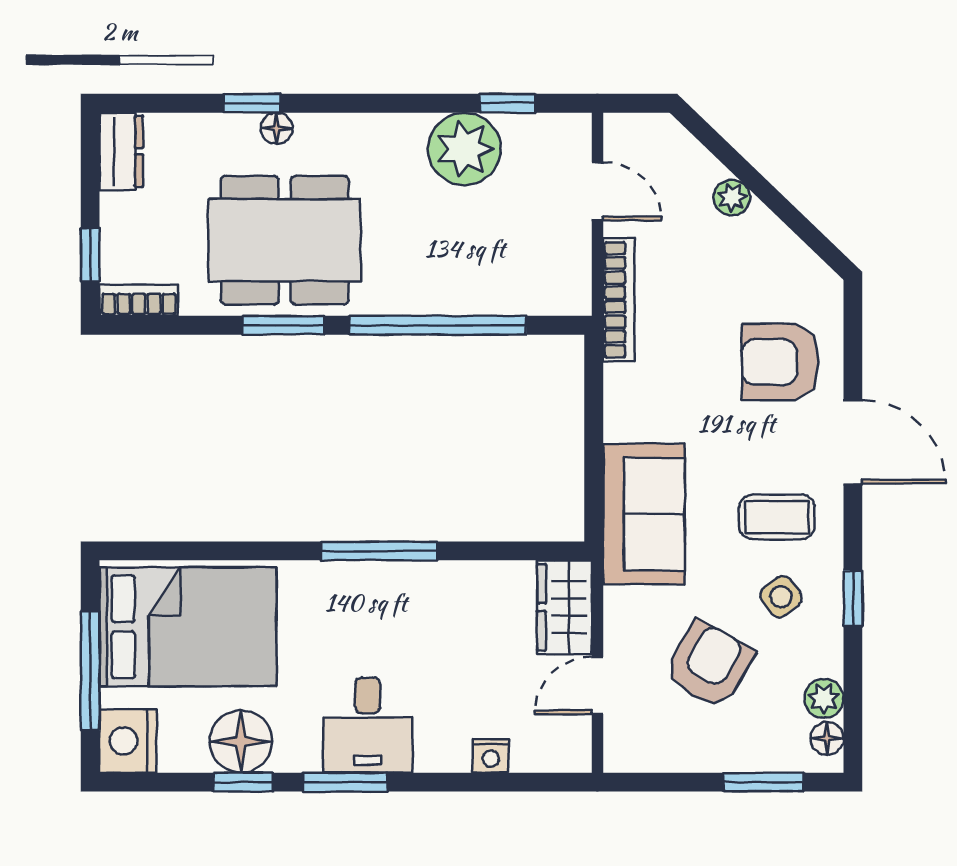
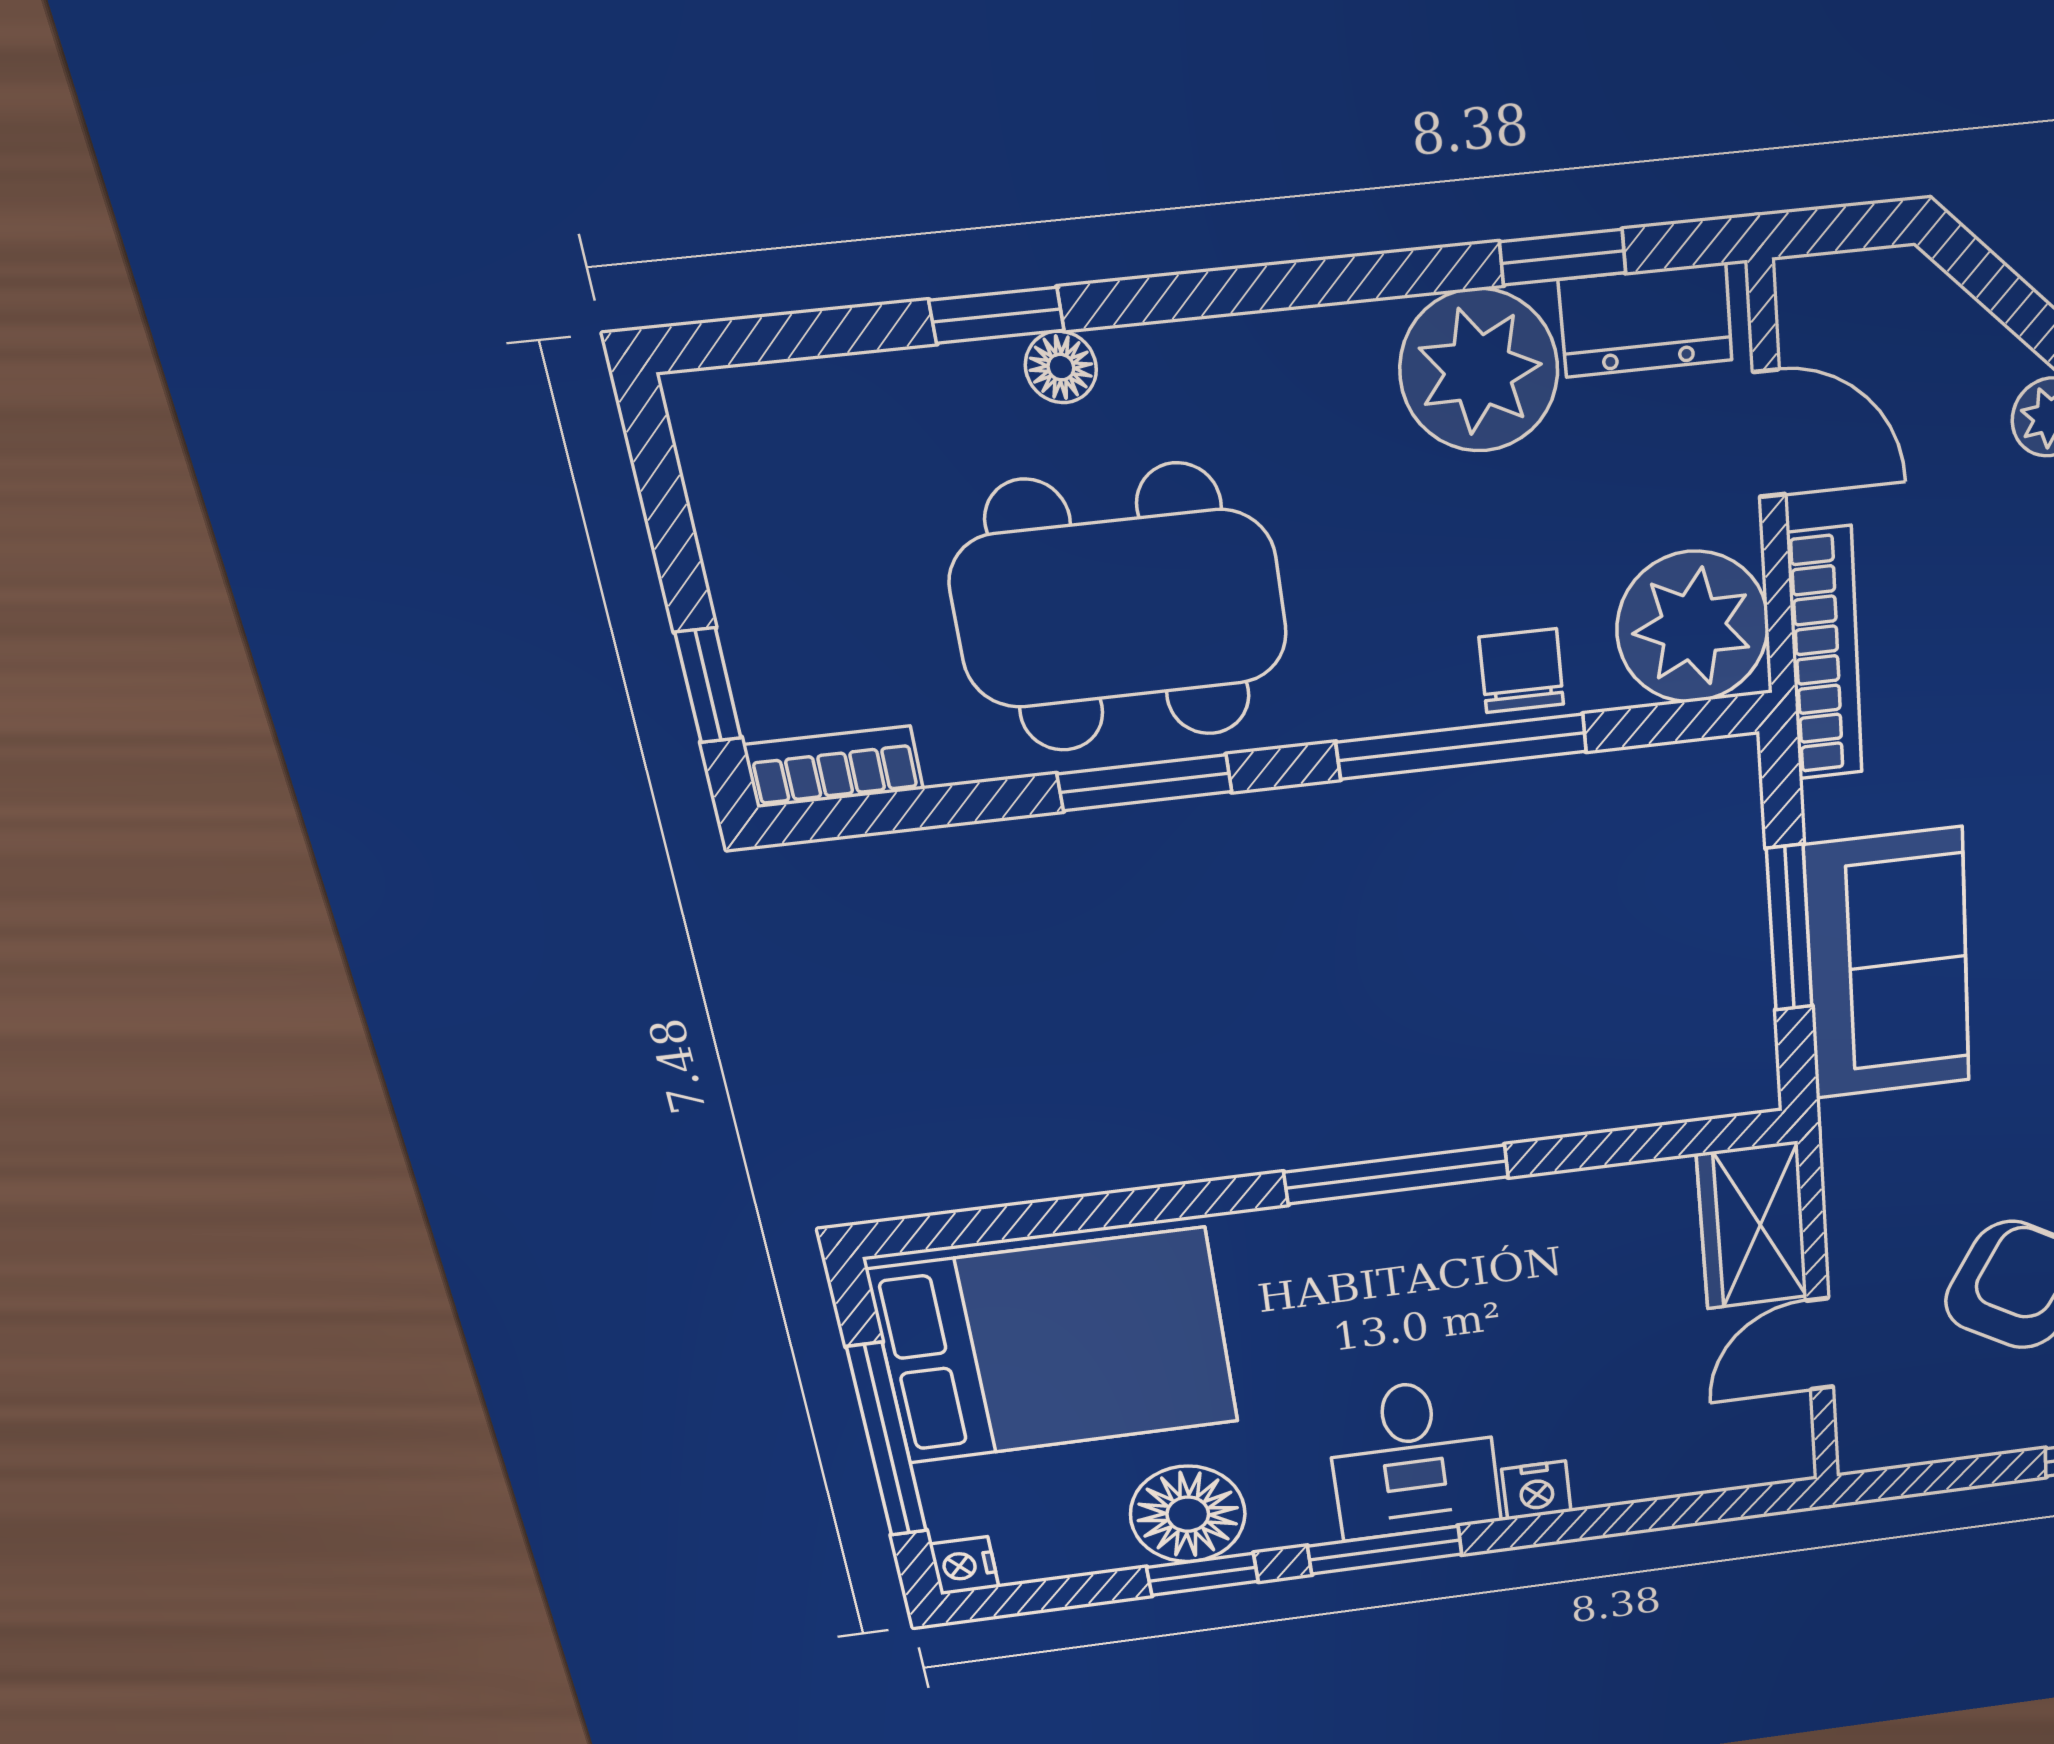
dresser: (121, 151) -> (1646, 320), moved, turned 90
plant: (555, 279) -> (1693, 627), added
chair: (470, 291) -> (1521, 671), added
window: (438, 325) -> (1462, 747), width x0.68
window: (594, 440) -> (1789, 928), added
sofa: (644, 514) -> (1888, 965), moved
nightstand: (128, 741) -> (964, 1566), width x0.53, depth x0.56
nightstand: (491, 756) -> (1536, 1490), moved

